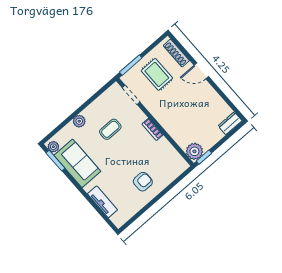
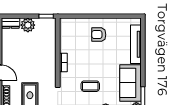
plant: (194, 151) -> (28, 25), moved
tv unit: (103, 202) -> (136, 44), width x1.41

